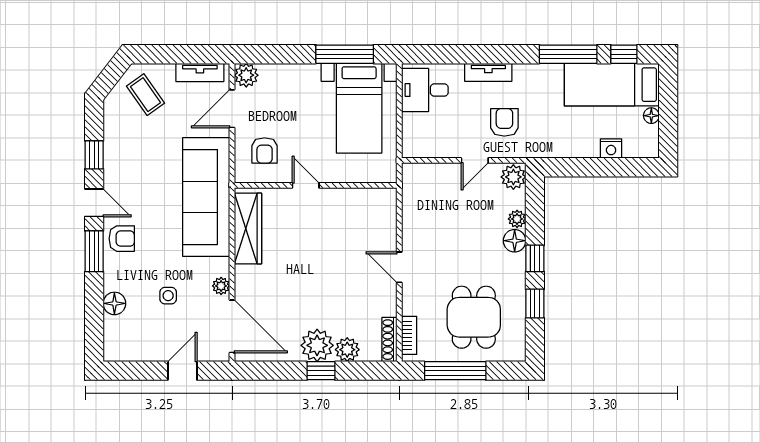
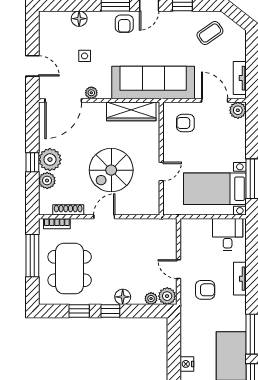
coffee table: (146, 95) -> (210, 33), moved
door: (306, 185) -> (161, 172), moved
plant: (517, 219) -> (151, 299), moved
spiral stairs: (332, 257) -> (111, 170), added
dining table: (474, 317) -> (70, 269), width x1.38
shoe rack: (389, 340) -> (68, 210), moved

